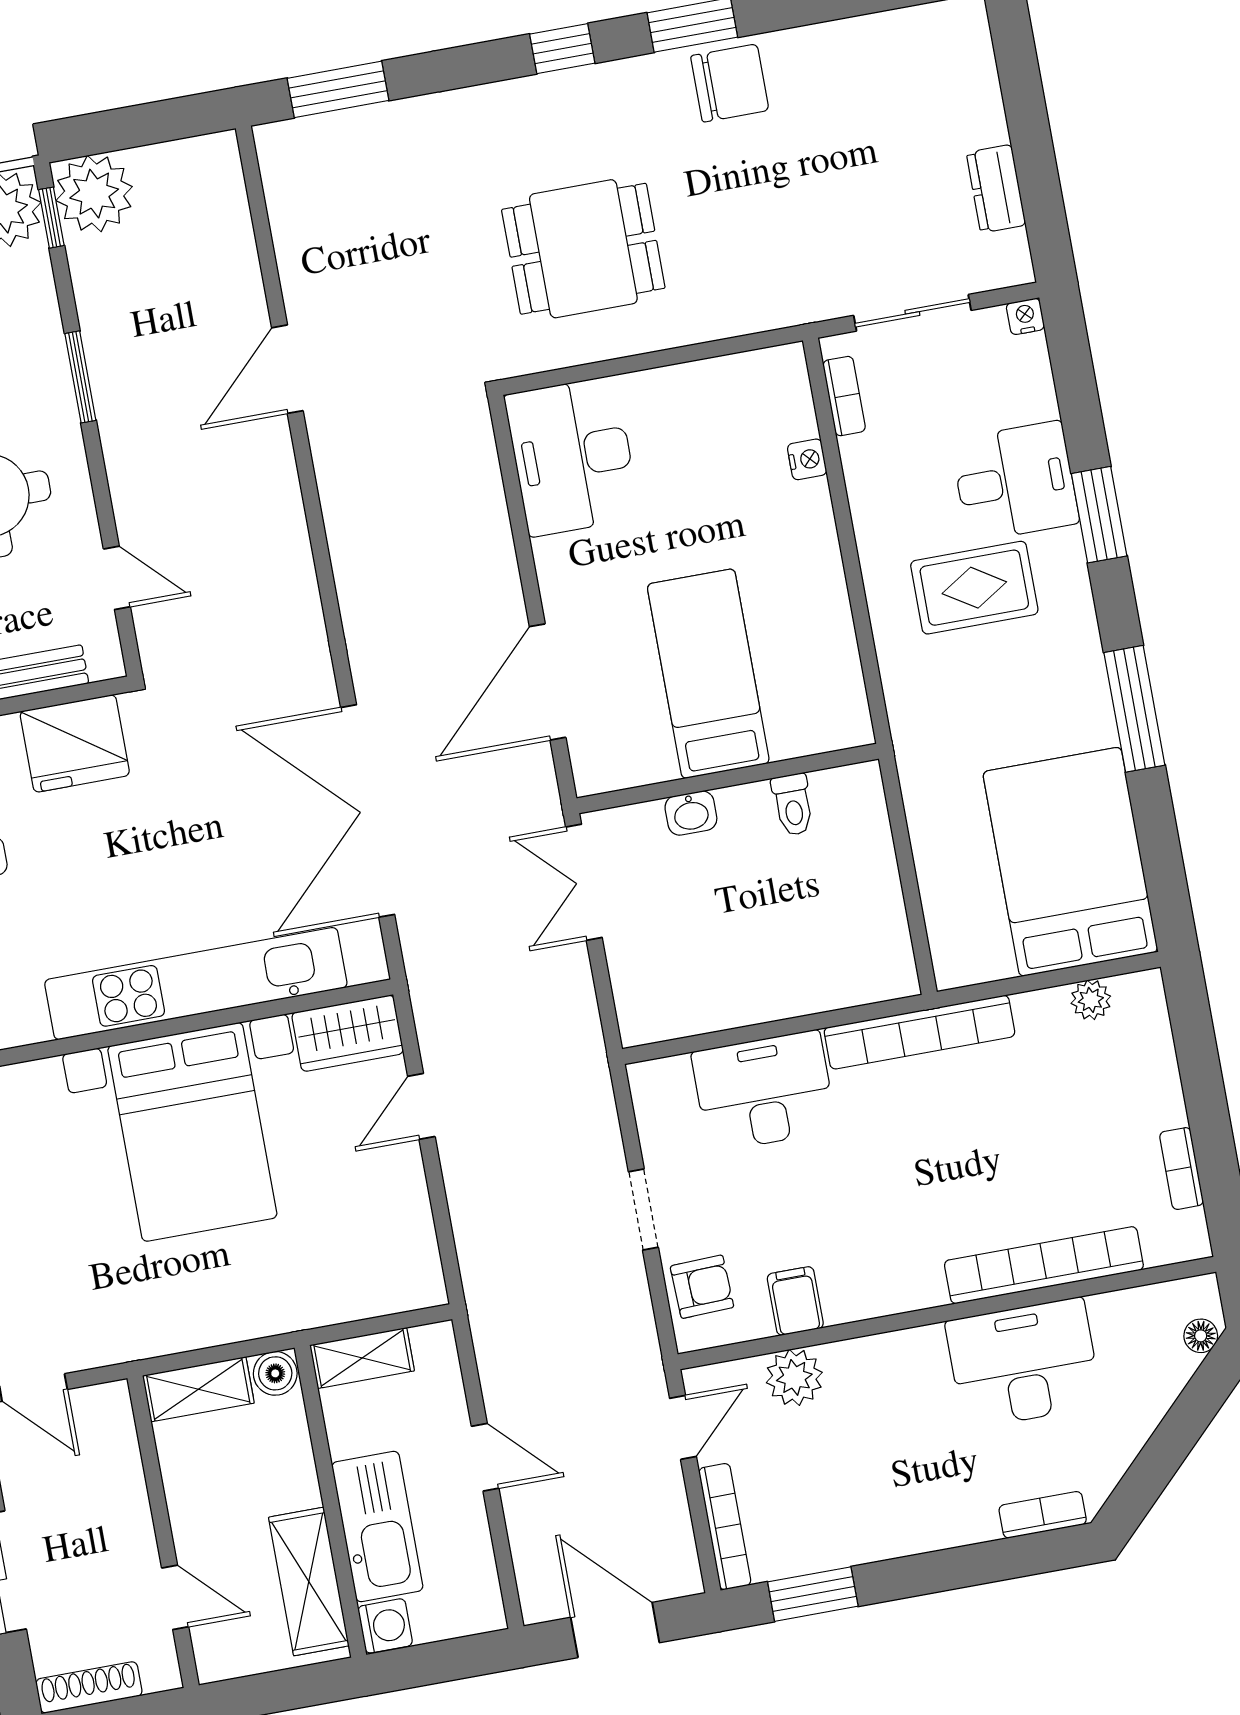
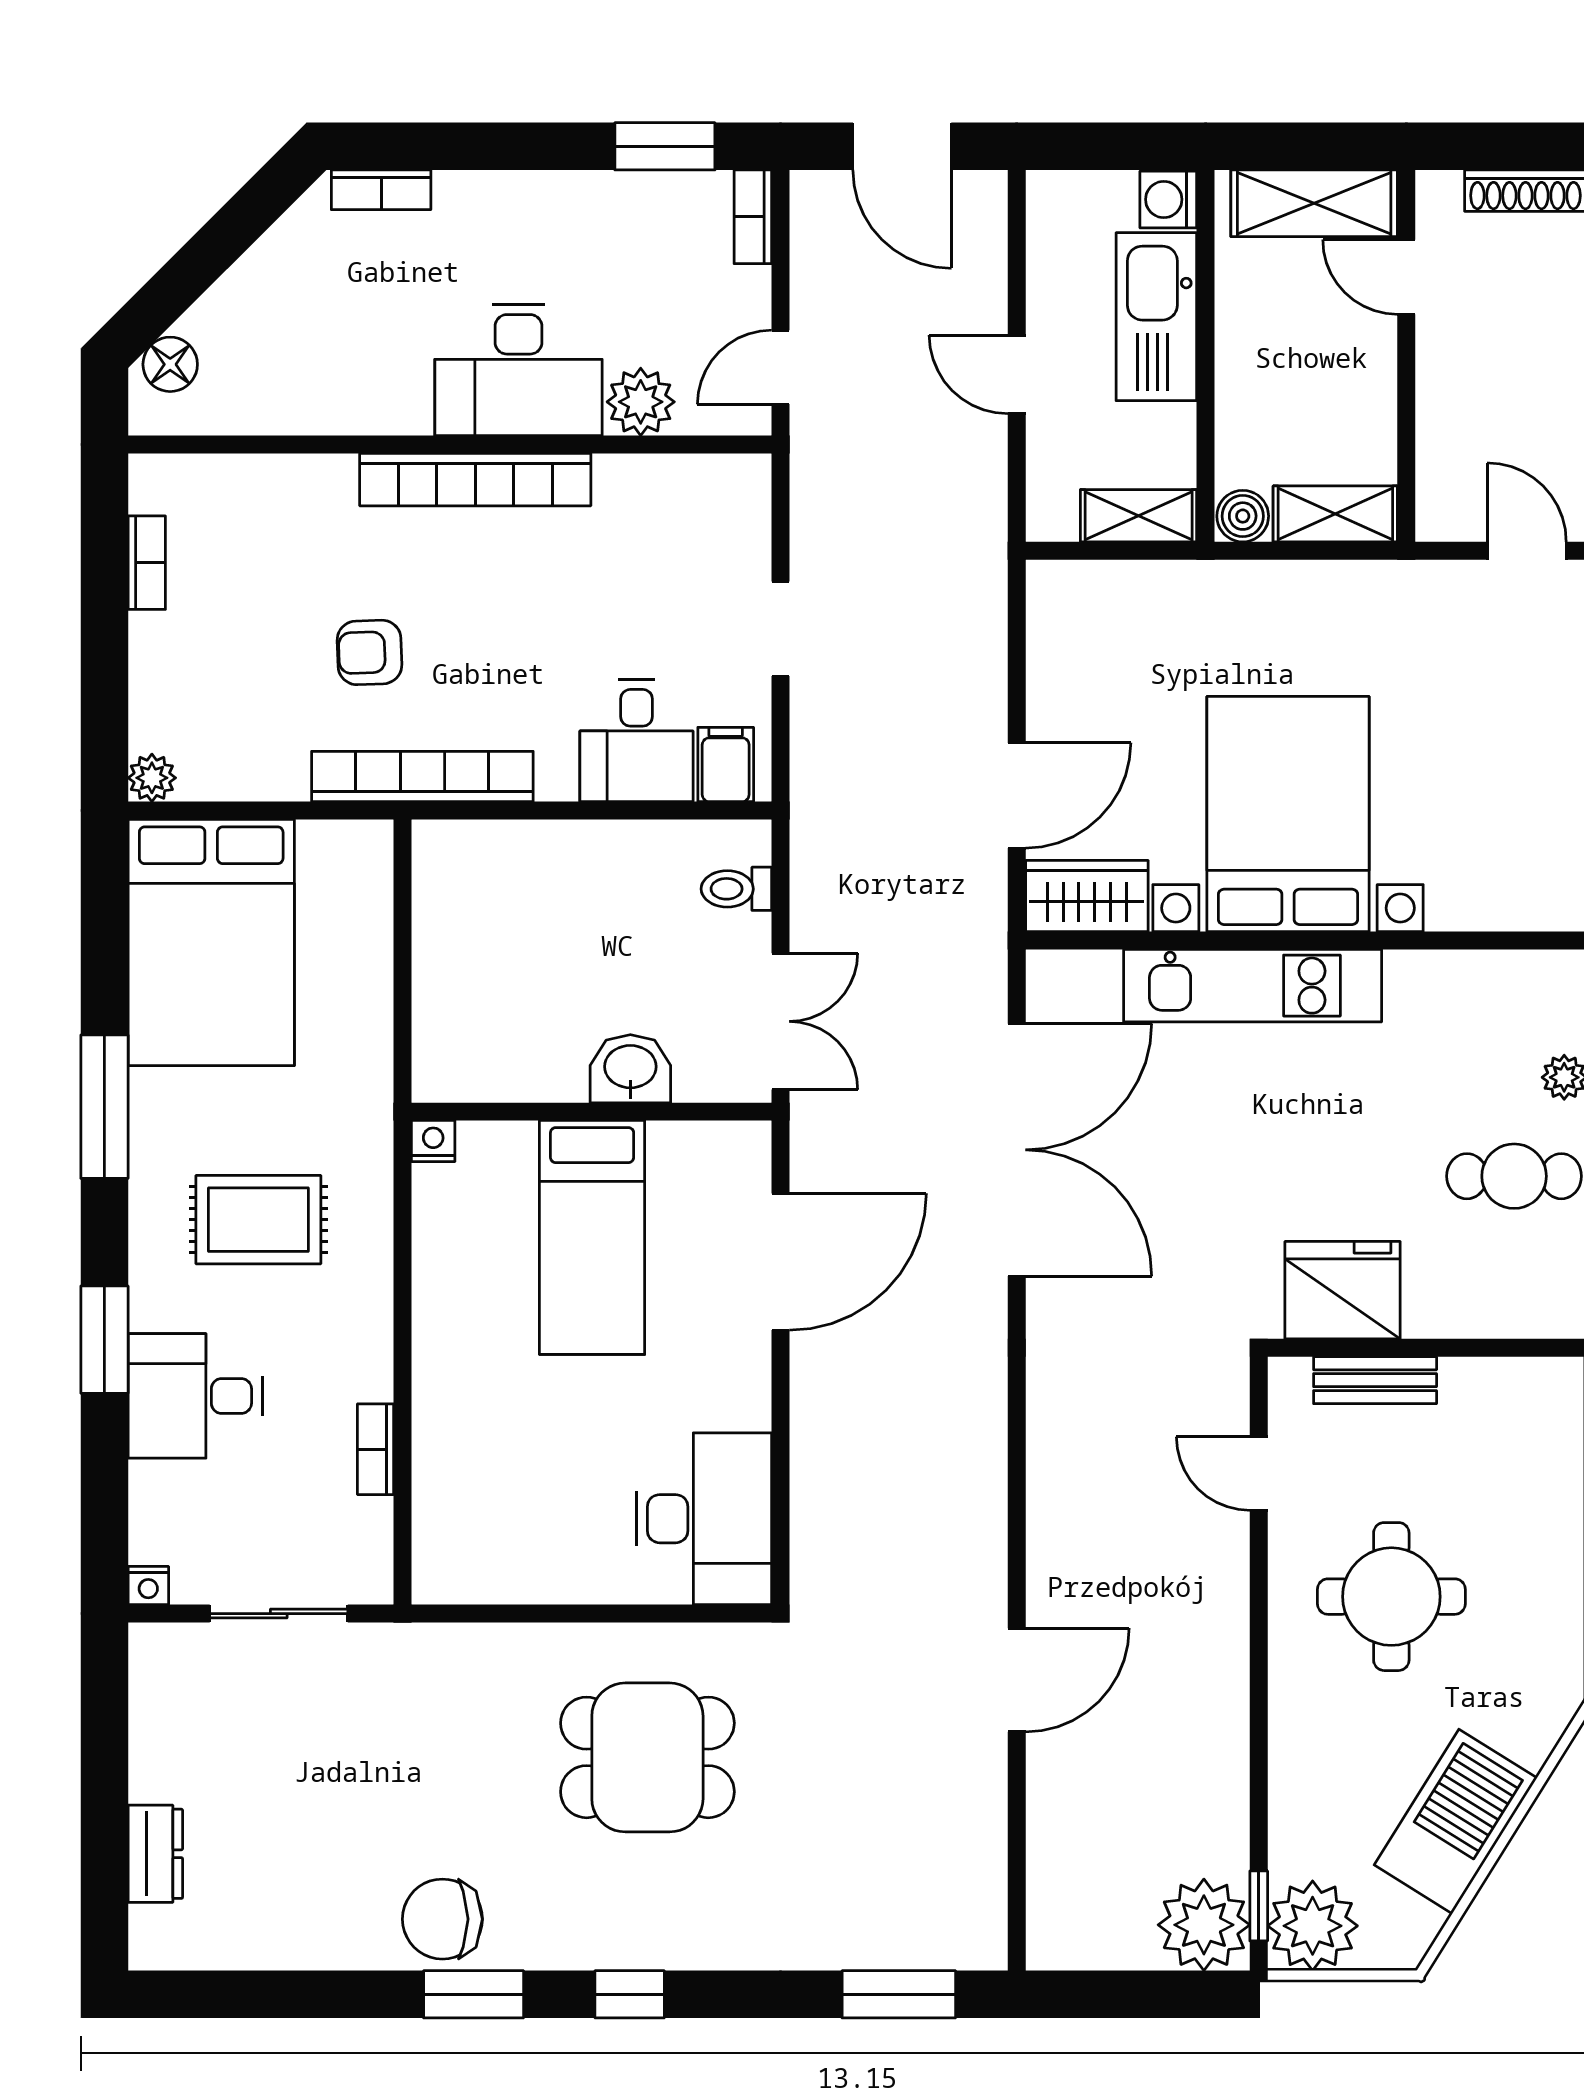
dresser: (996, 189) -> (155, 1854), moved
window: (80, 377) -> (1259, 1715), removed
bookcase: (844, 396) -> (376, 1449), moved
nightstand: (807, 459) -> (433, 1141), moved, turned 90
rug: (974, 588) -> (258, 1220), moved
toilet: (793, 805) -> (736, 889), moved, turned -90
washbasin: (691, 813) -> (630, 1069), width x1.38, depth x1.45
kitchen unit: (196, 984) -> (1253, 986), width x0.73
plant: (1091, 1000) -> (152, 778), moved
desk: (764, 1091) -> (637, 741), width x0.73
door: (421, 1106) -> (1017, 795), width x1.37
bookcase: (1044, 1265) -> (475, 480), moved
armchair: (702, 1287) -> (369, 652), moved
filing cabinet: (795, 1301) -> (726, 765), moved, turned 180
floor lamp: (1201, 1336) -> (170, 364), width x1.37, depth x1.37
desk: (1024, 1363) -> (518, 370), moved
bookcase: (725, 1527) -> (753, 217), width x0.64
shelving: (309, 1582) -> (1314, 203), moved, turned 90

